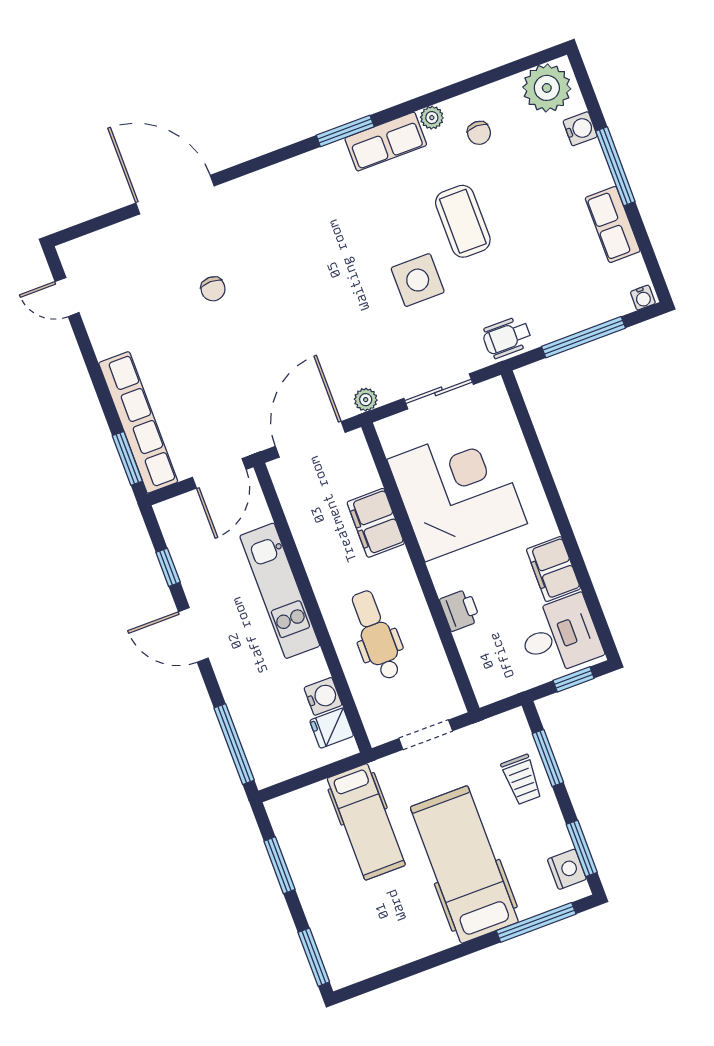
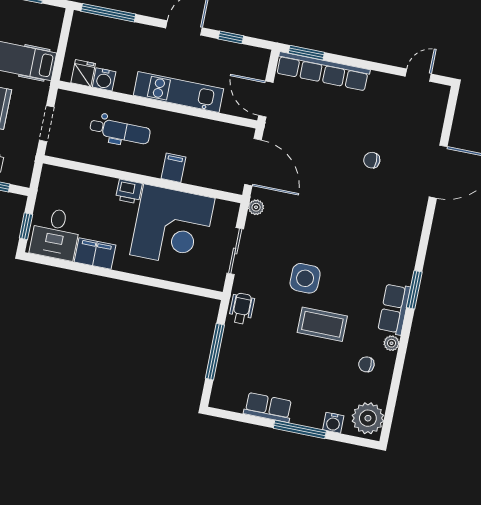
water cooler: (643, 298) -> (216, 399), removed
filing cabinet: (376, 523) -> (173, 168), width x0.50
printer: (460, 610) -> (129, 191), moved

